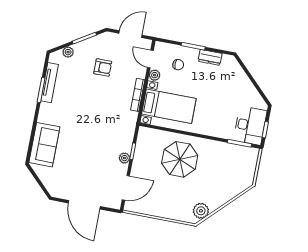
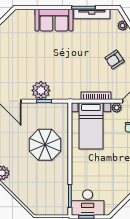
armchair: (103, 68) -> (115, 60), turned 56
sofa: (44, 145) -> (54, 20), moved
plant: (124, 158) -> (41, 90), width x1.88, depth x1.88

